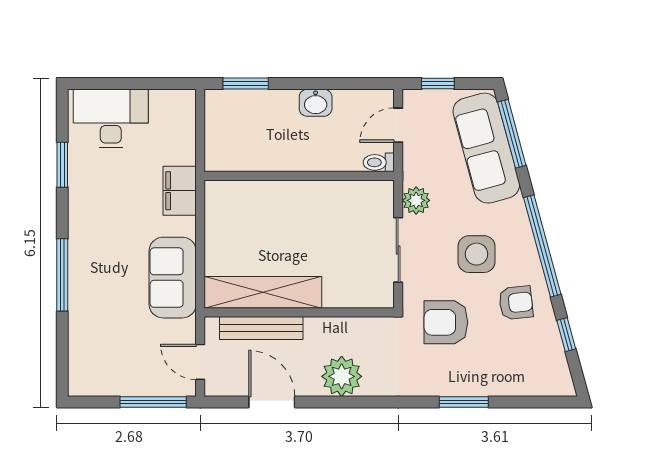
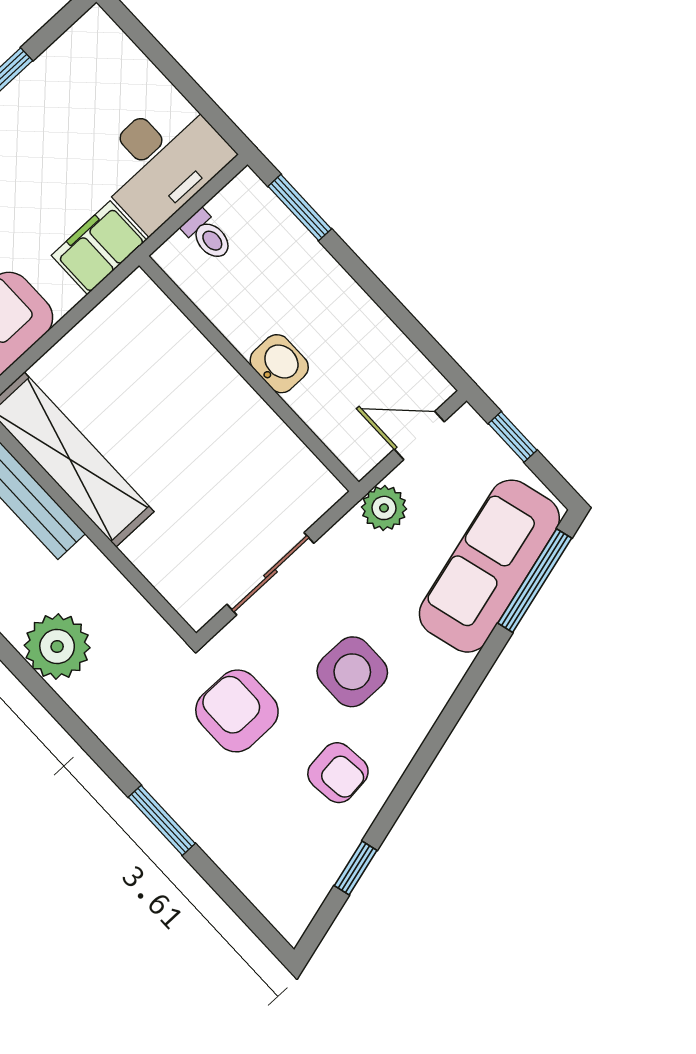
washbasin: (316, 103) -> (279, 364), moved, turned 180
desk: (111, 118) -> (161, 161), moved, turned 90
toilet: (379, 162) -> (208, 235), moved, turned 180
plant: (416, 200) -> (384, 508), moved
window: (542, 246) -> (435, 741), removed

